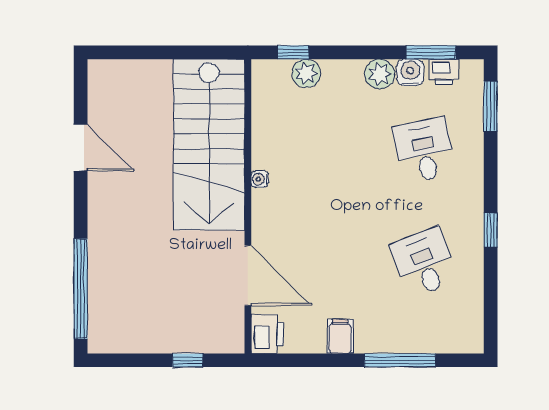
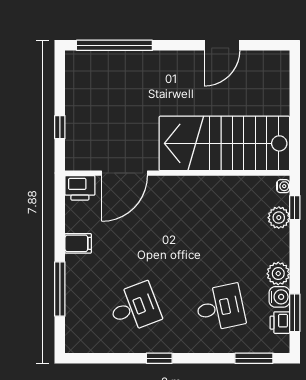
water cooler: (260, 179) -> (283, 186), moved, turned 90

